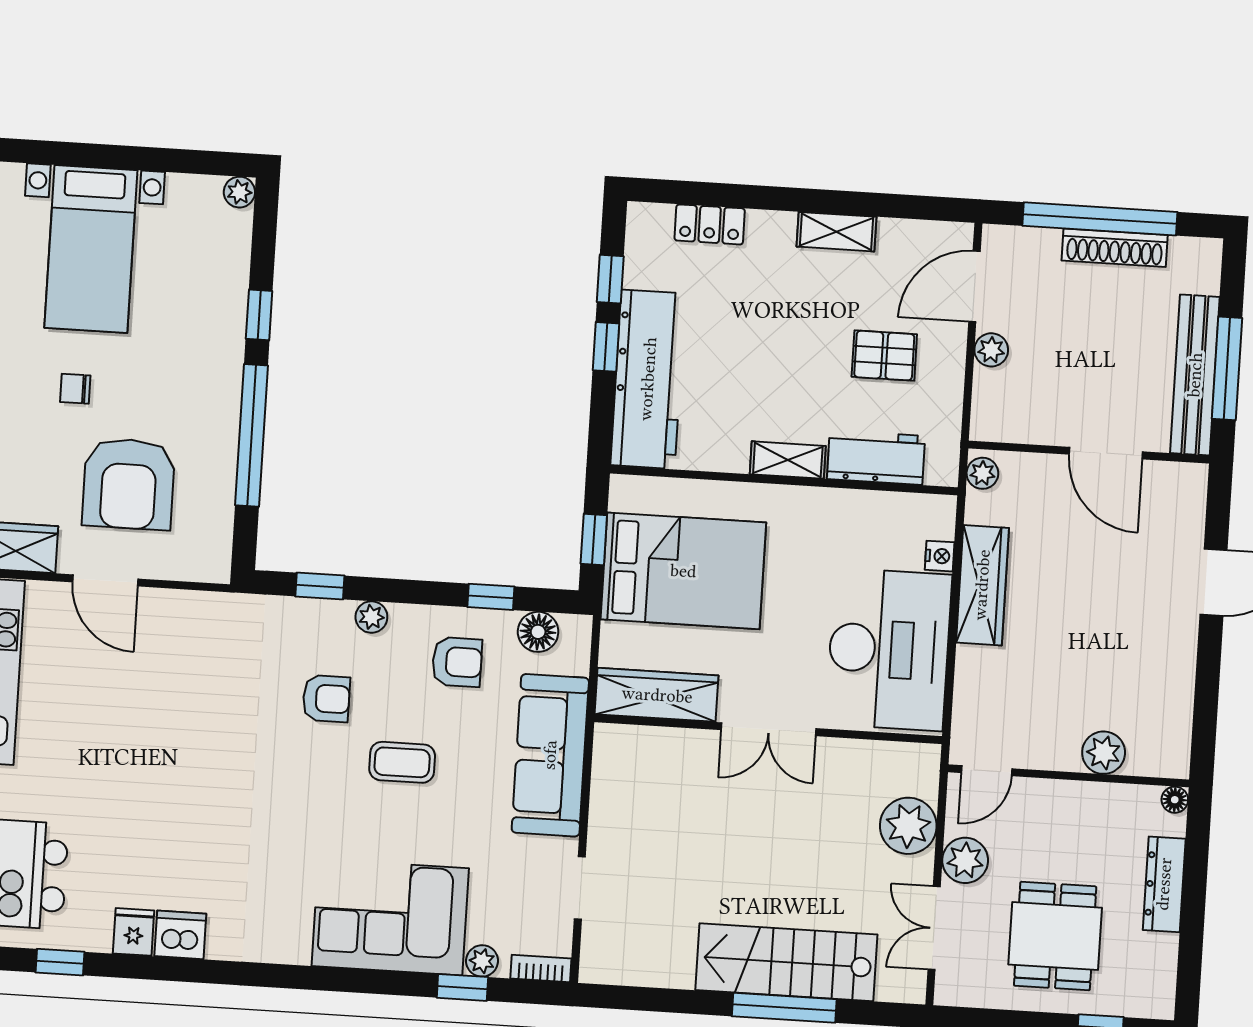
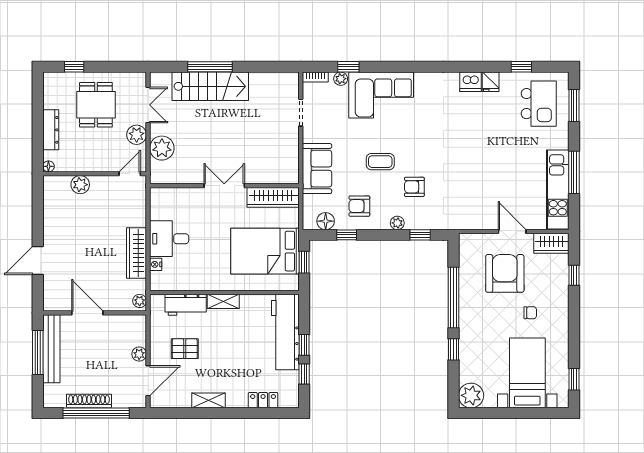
plant: (239, 192) -> (471, 395), width x1.87, depth x1.87
desk: (889, 649) -> (169, 239), width x0.53, depth x0.77
sofa: (550, 755) -> (317, 169), width x0.73

